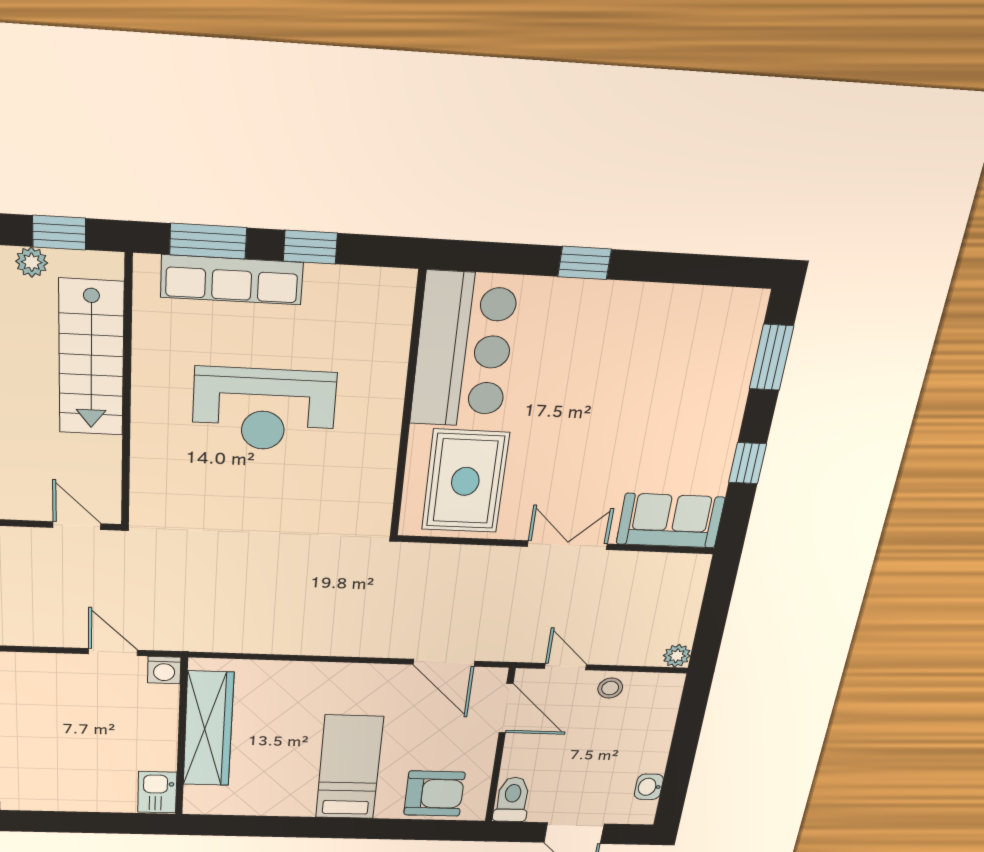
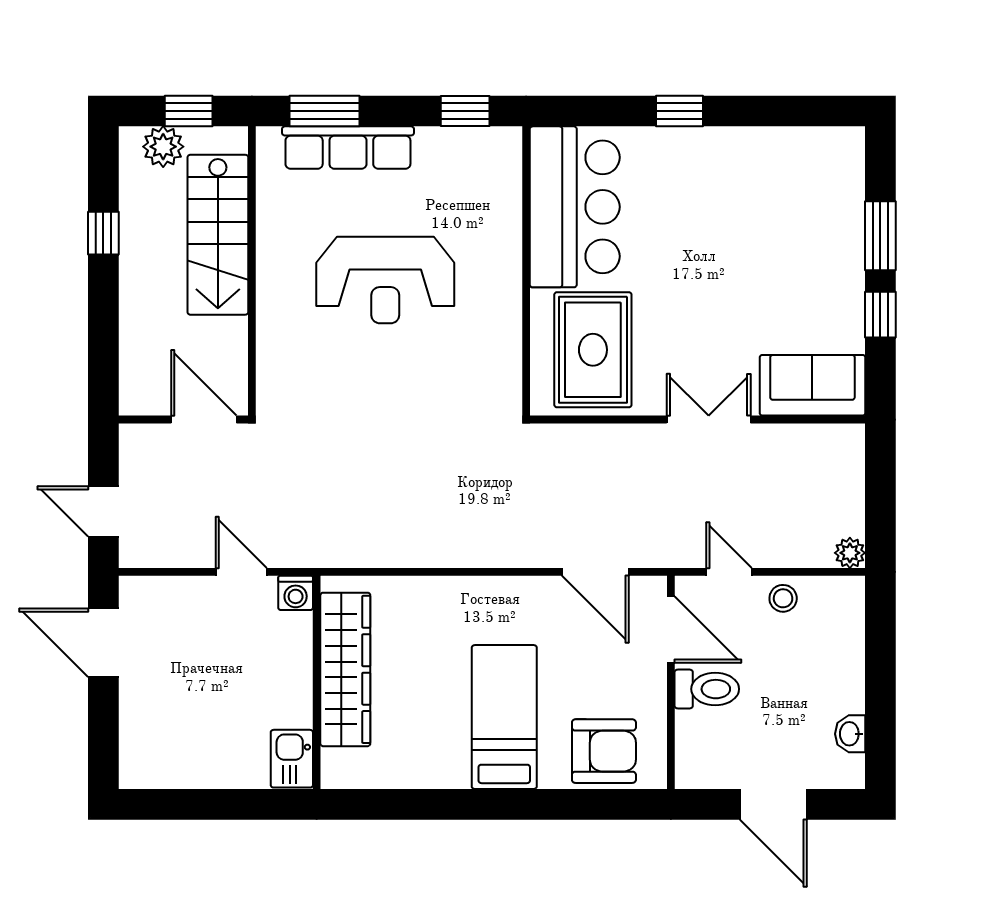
window: (310, 247) -> (465, 111), moved
plant: (32, 262) -> (163, 147), width x1.38, depth x1.38
window: (771, 357) -> (880, 236), moved
door: (77, 526) -> (204, 420), width x1.38
toilet: (512, 799) -> (707, 689), moved, turned 90

